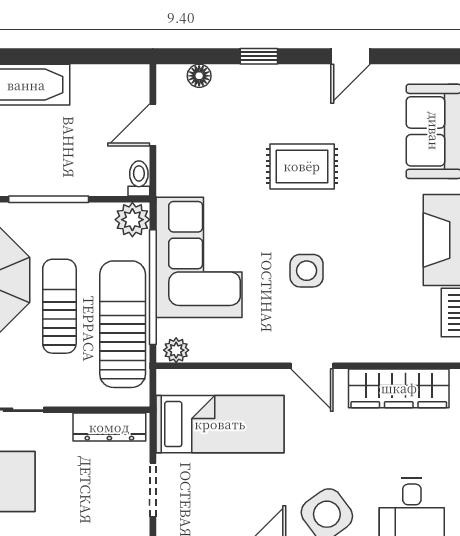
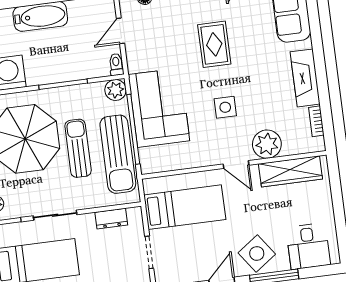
rug: (302, 166) -> (214, 44), turned 90
sun lounger: (123, 324) -> (118, 154), turned 180
plant: (176, 350) -> (267, 144), moved, width x1.88, depth x1.88
dresser: (109, 427) -> (111, 219), width x0.70

